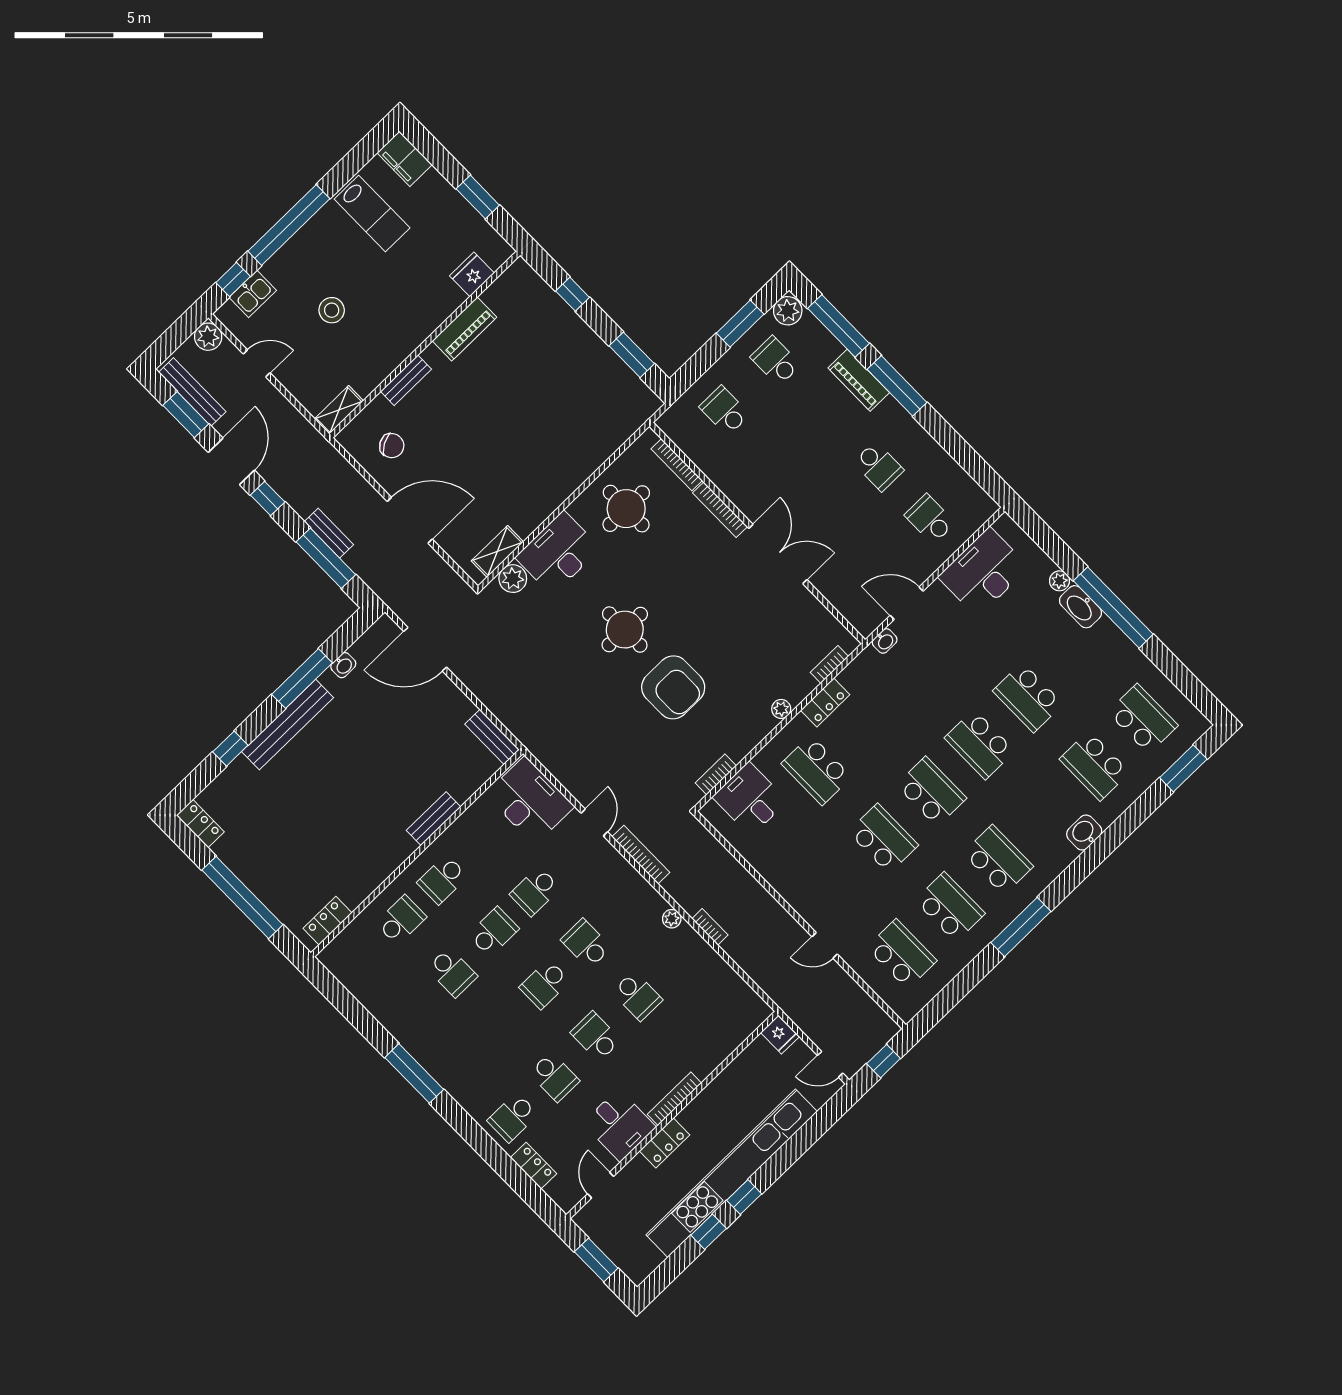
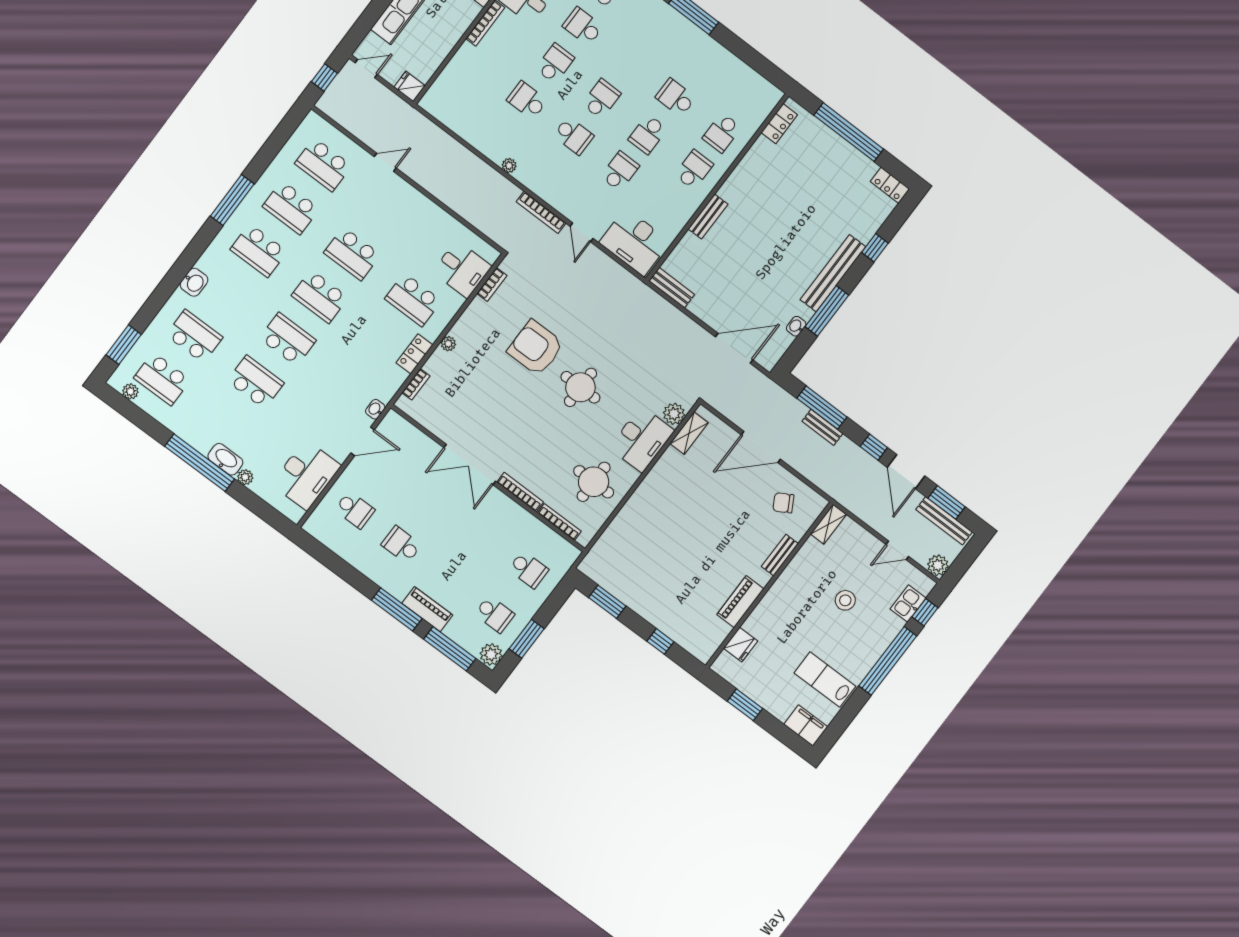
plant: (1184, 709) -> (130, 391), added
school desk: (816, 770) -> (413, 300), turned 180
bookcase: (710, 927) -> (478, 164), removed
school desk: (596, 1036) -> (555, 63), turned -90

